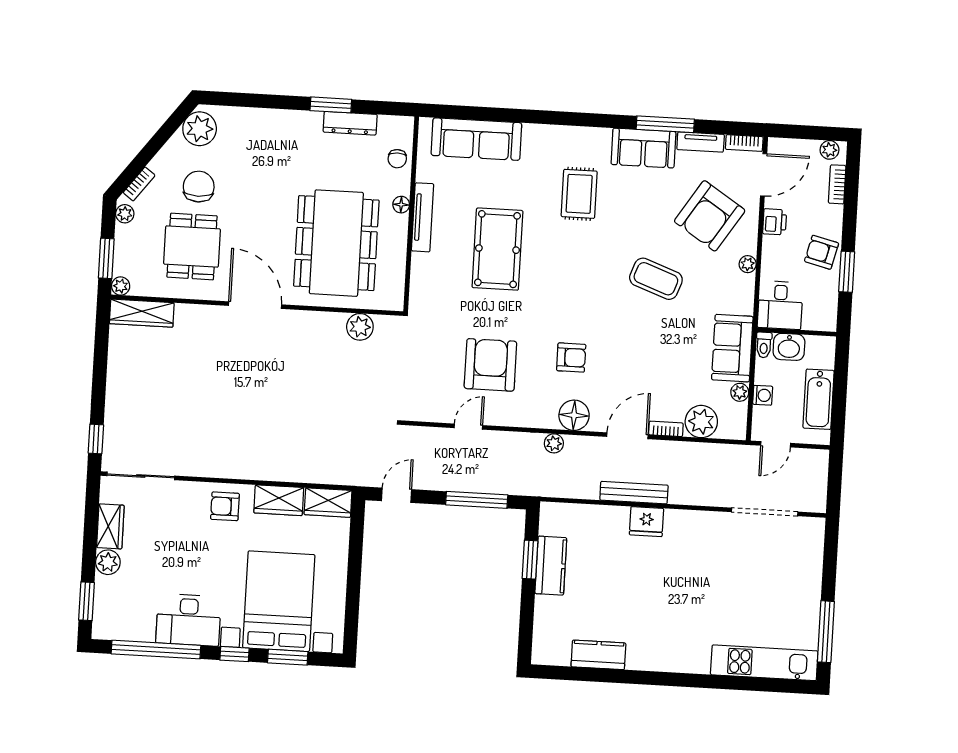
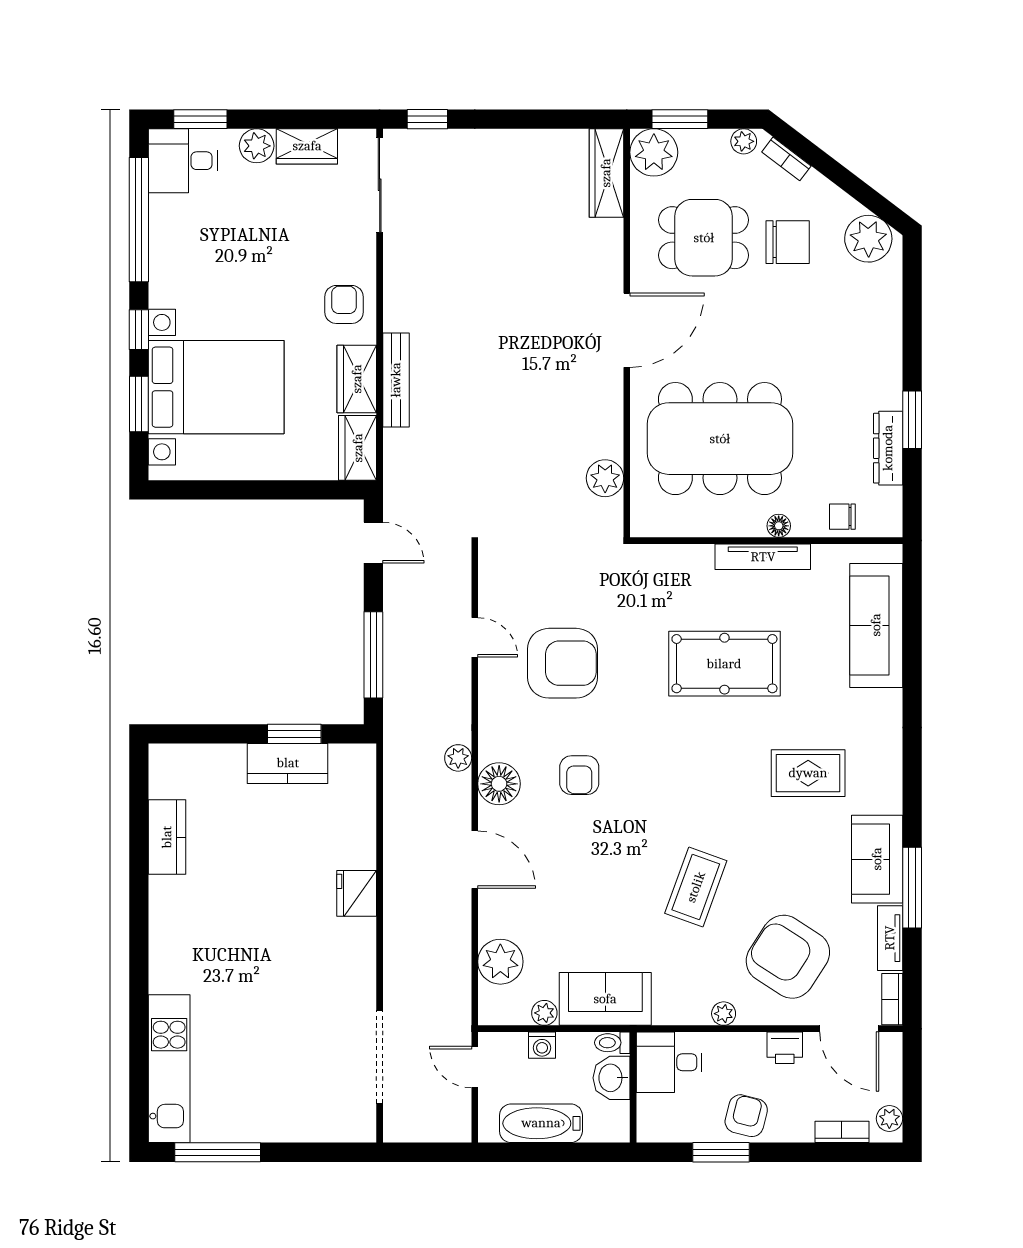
plant: (121, 286) -> (654, 152), width x1.87, depth x1.87
bookcase: (666, 429) -> (487, 913), removed
bench: (634, 493) -> (396, 380), moved
desk: (188, 620) -> (183, 161), moved, width x0.73

